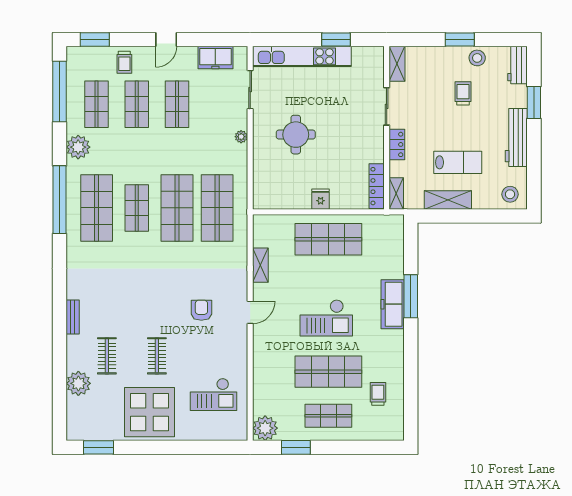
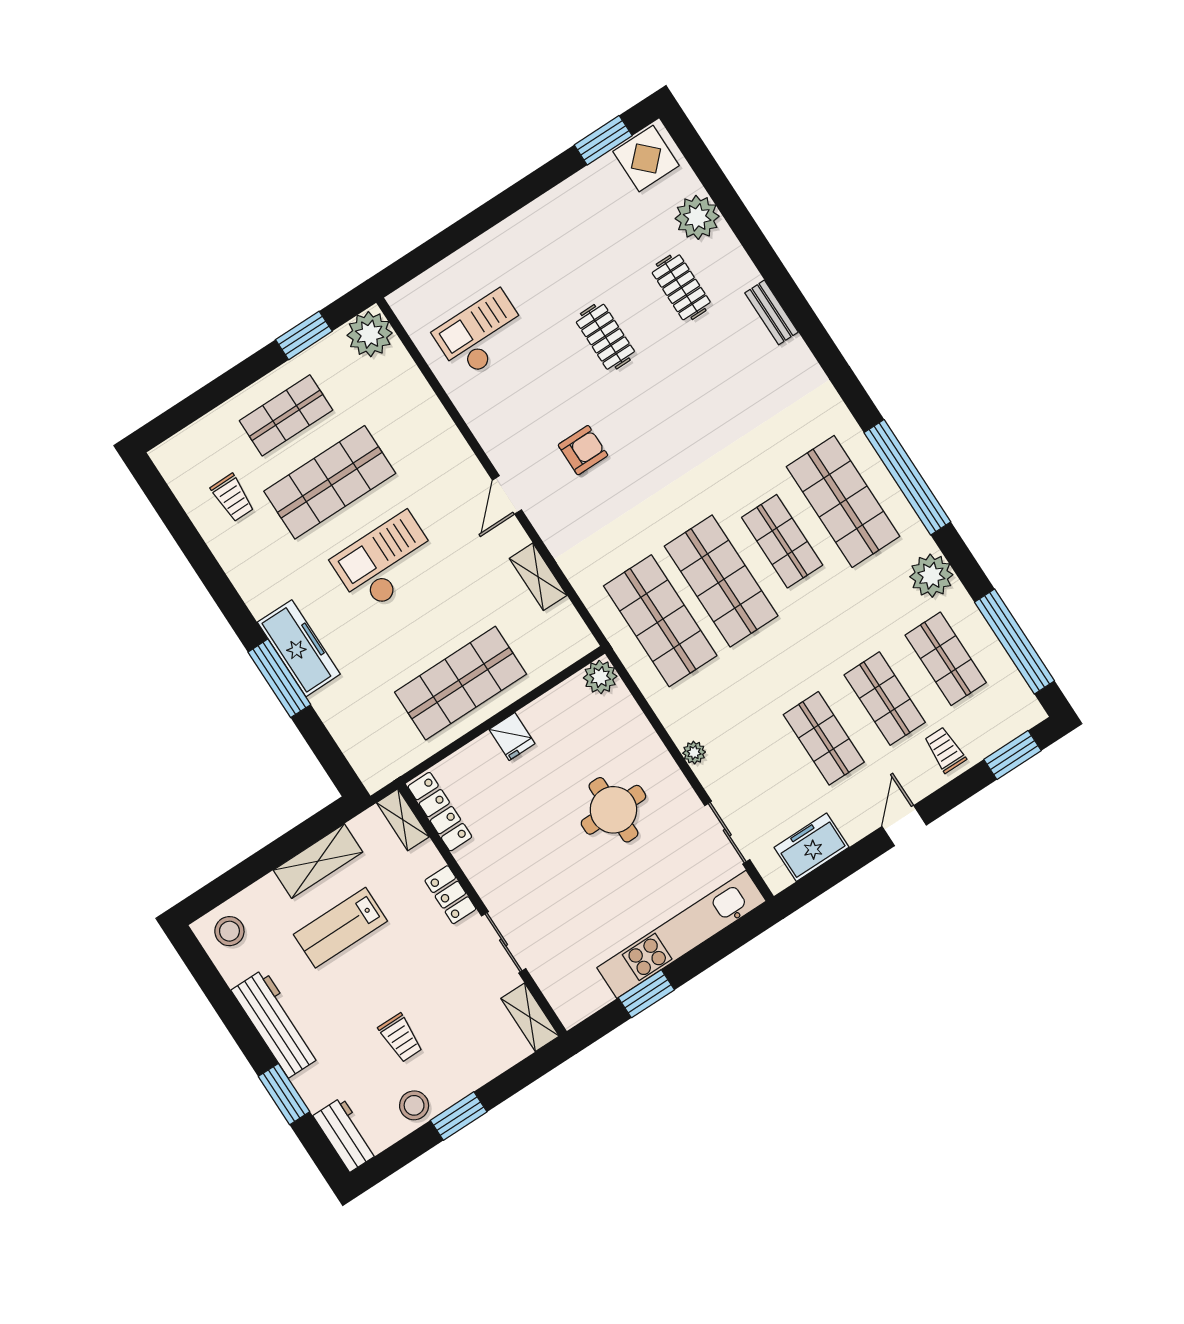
plant: (262, 200) -> (600, 677), added
armchair: (201, 310) -> (583, 450), turned -90
display table: (150, 412) -> (646, 159), moved, width x0.54, depth x0.54

